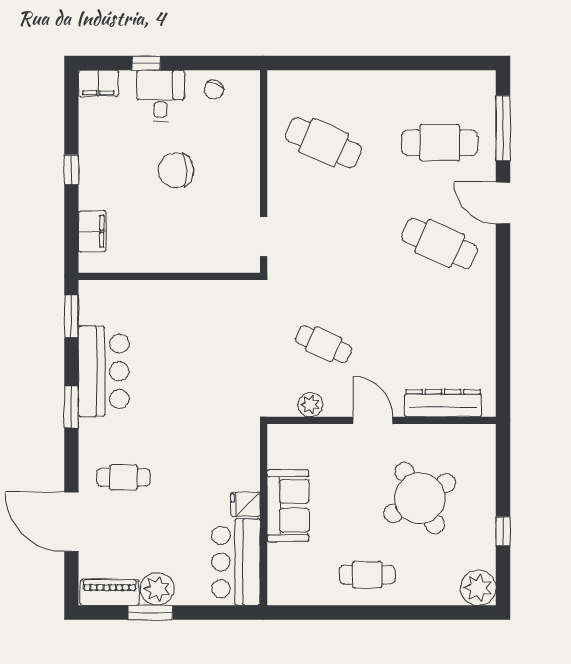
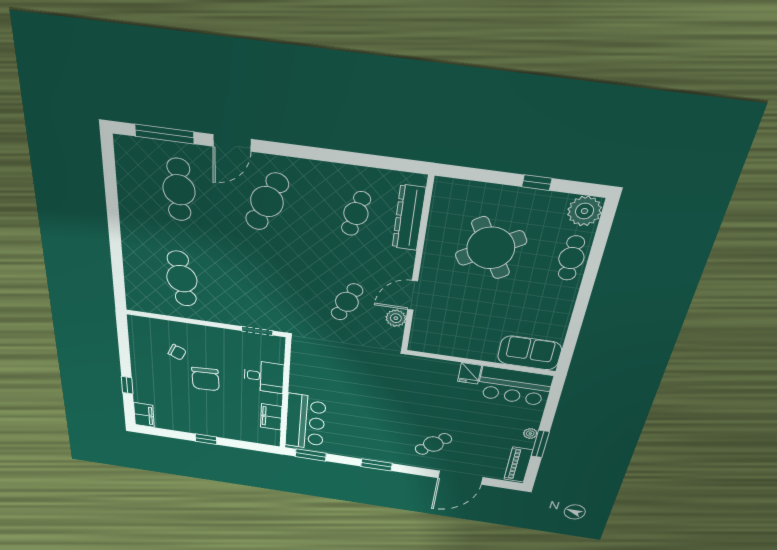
chair: (214, 90) -> (177, 352), moved
desk: (160, 96) -> (264, 377), moved, turned 180
cafe table: (324, 143) -> (182, 279), turned -33
filing cabinet: (92, 231) -> (271, 417), moved, turned -90
cafe table: (440, 344) -> (356, 214), added
bar counter: (104, 371) -> (305, 422), moved, turned 90
door: (373, 420) -> (413, 295), moved
cafe table: (123, 477) -> (433, 444), turned 48
sofa: (288, 506) -> (530, 353), moved
cafe table: (367, 575) -> (571, 258), moved
plant: (157, 589) -> (530, 434), width x0.53, depth x0.53

